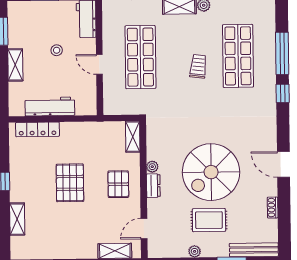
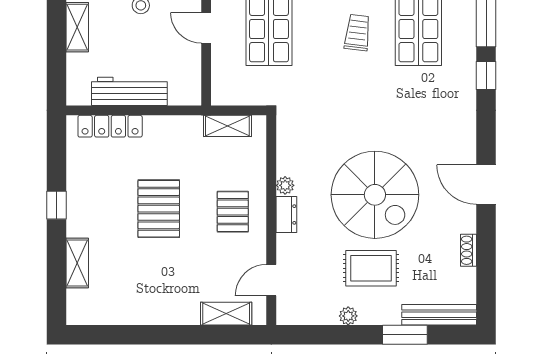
shelving: (133, 137) -> (227, 126), moved, turned 90
spiral stairs: (211, 172) -> (375, 195), turned -90

